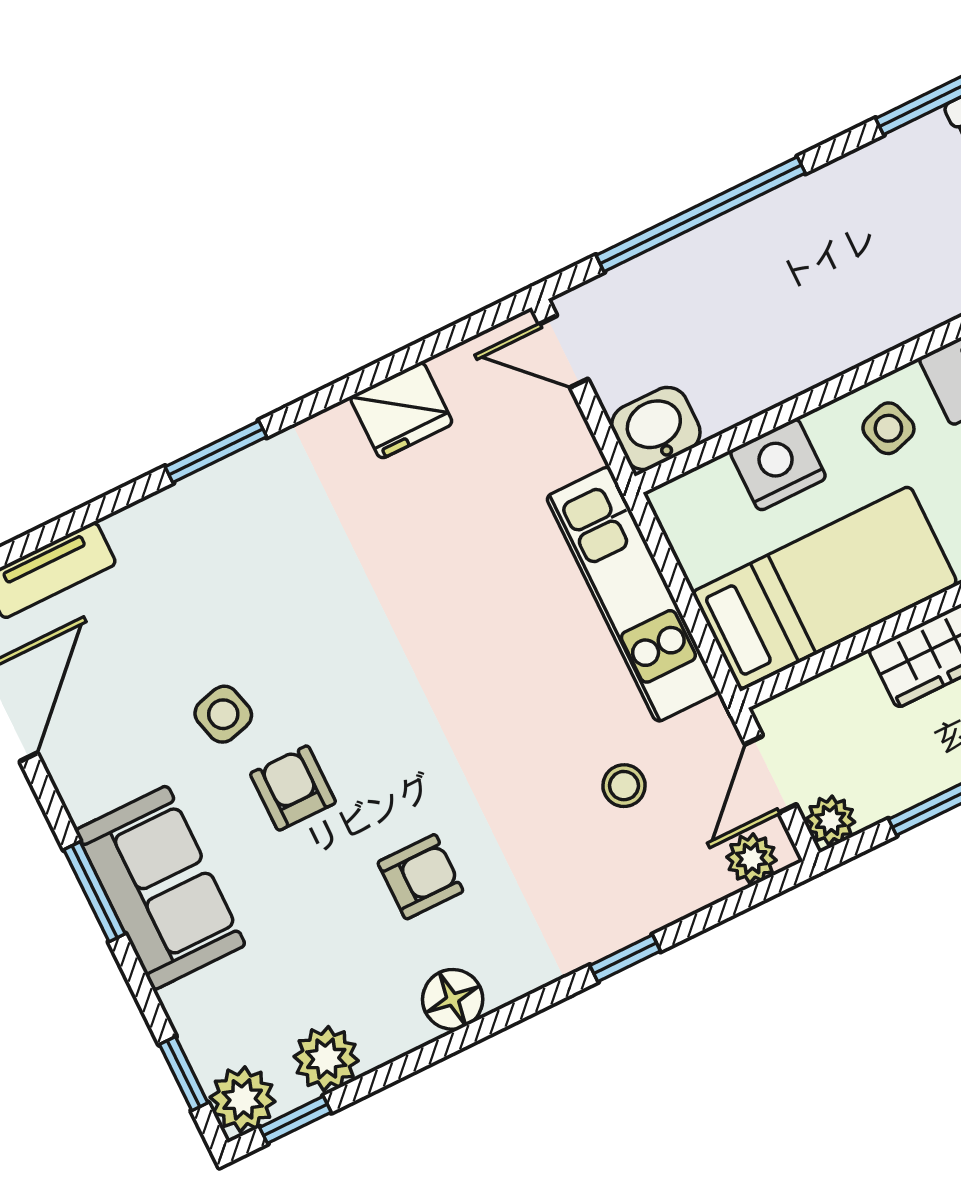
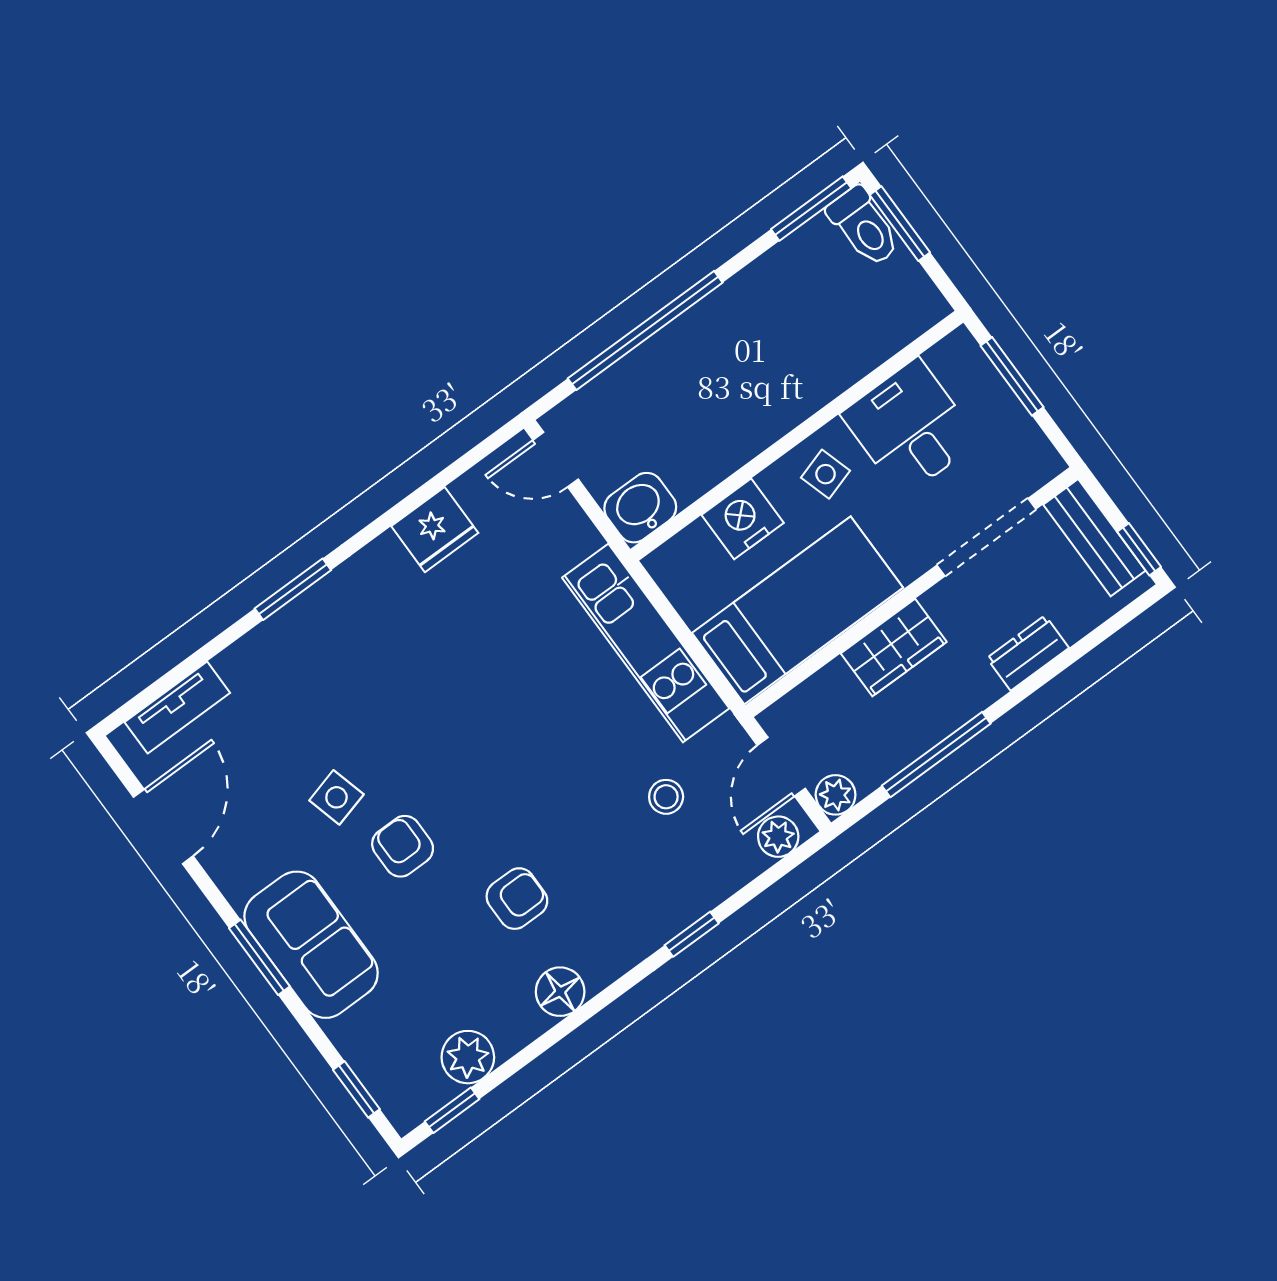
plant: (243, 1099) -> (407, 1101), removed

